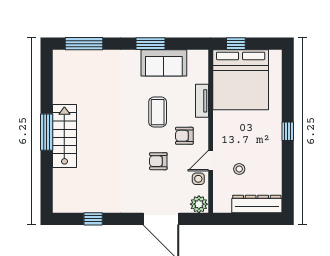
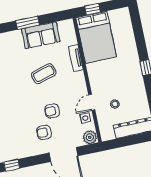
bed: (241, 80) -> (96, 37), width x0.73
coffee table: (158, 112) -> (44, 74), turned 74
armchair: (184, 136) -> (44, 132), moved

